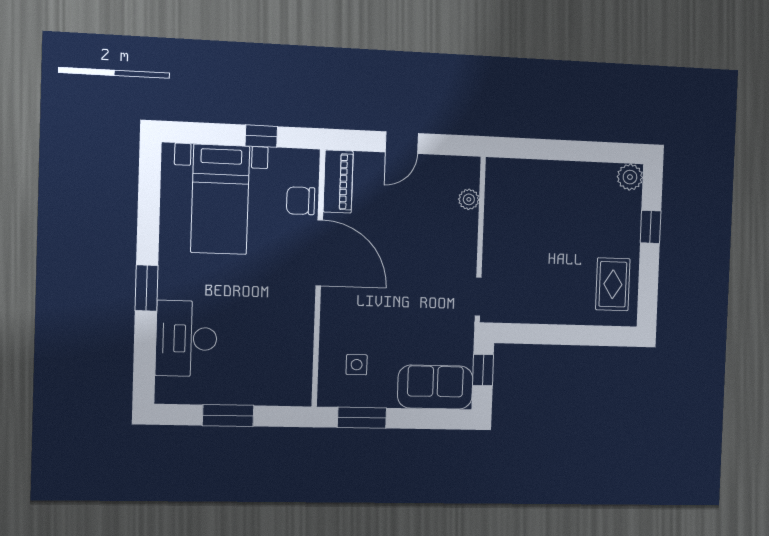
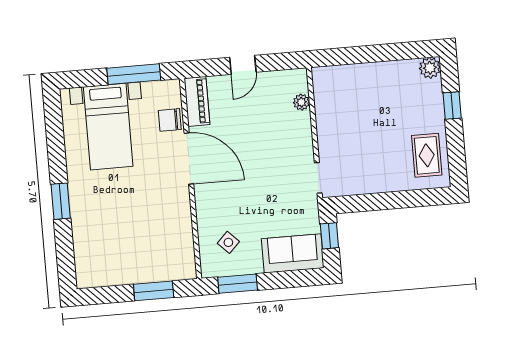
window: (261, 136) -> (134, 74), width x2.17
desk: (186, 339) -> (95, 236), removed
side table: (357, 365) -> (228, 242), turned 45
window: (228, 415) -> (154, 291), moved

